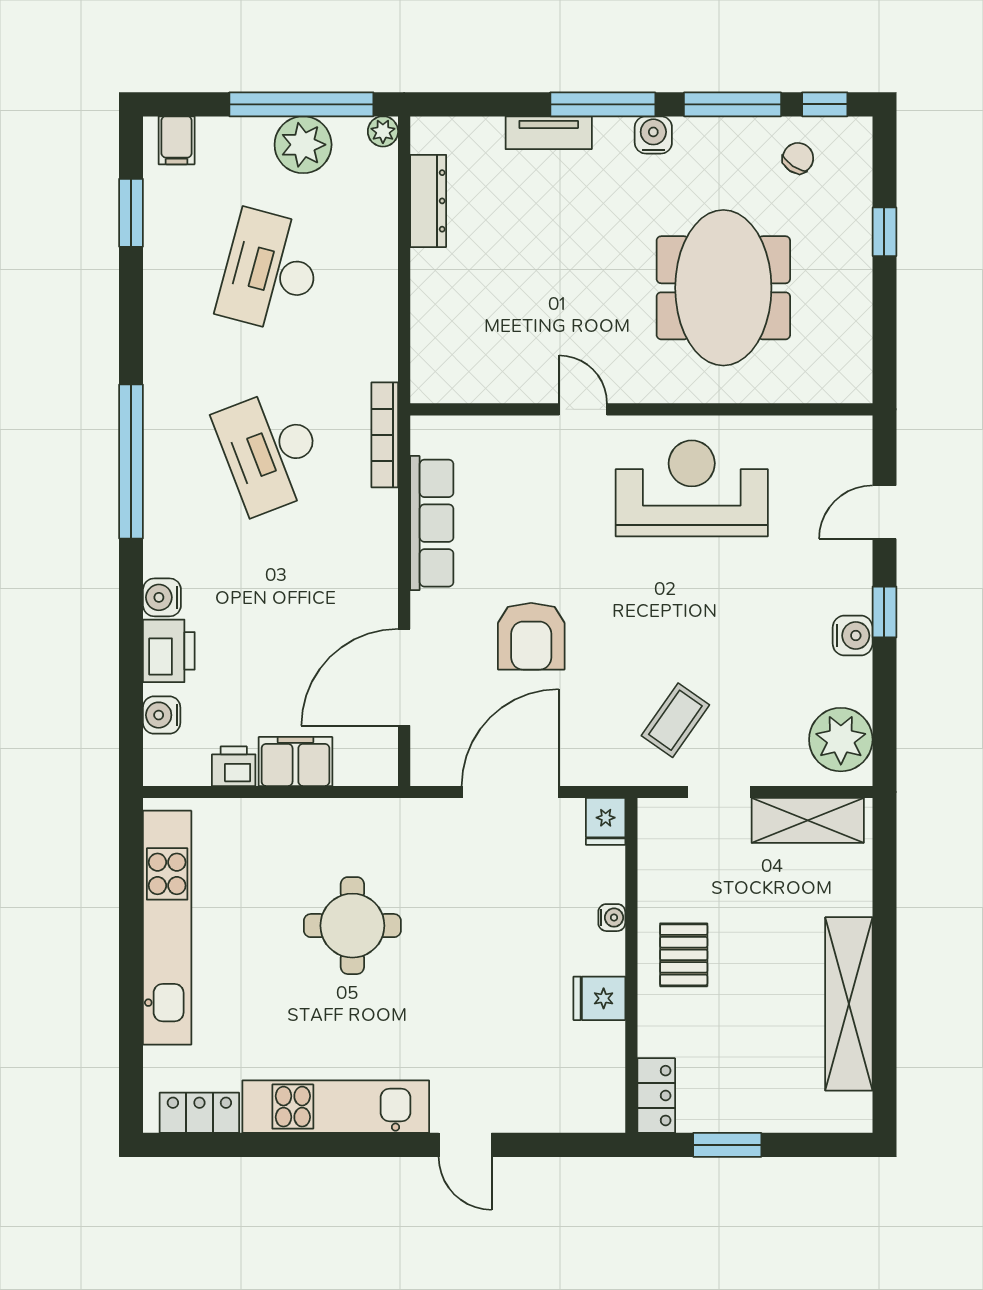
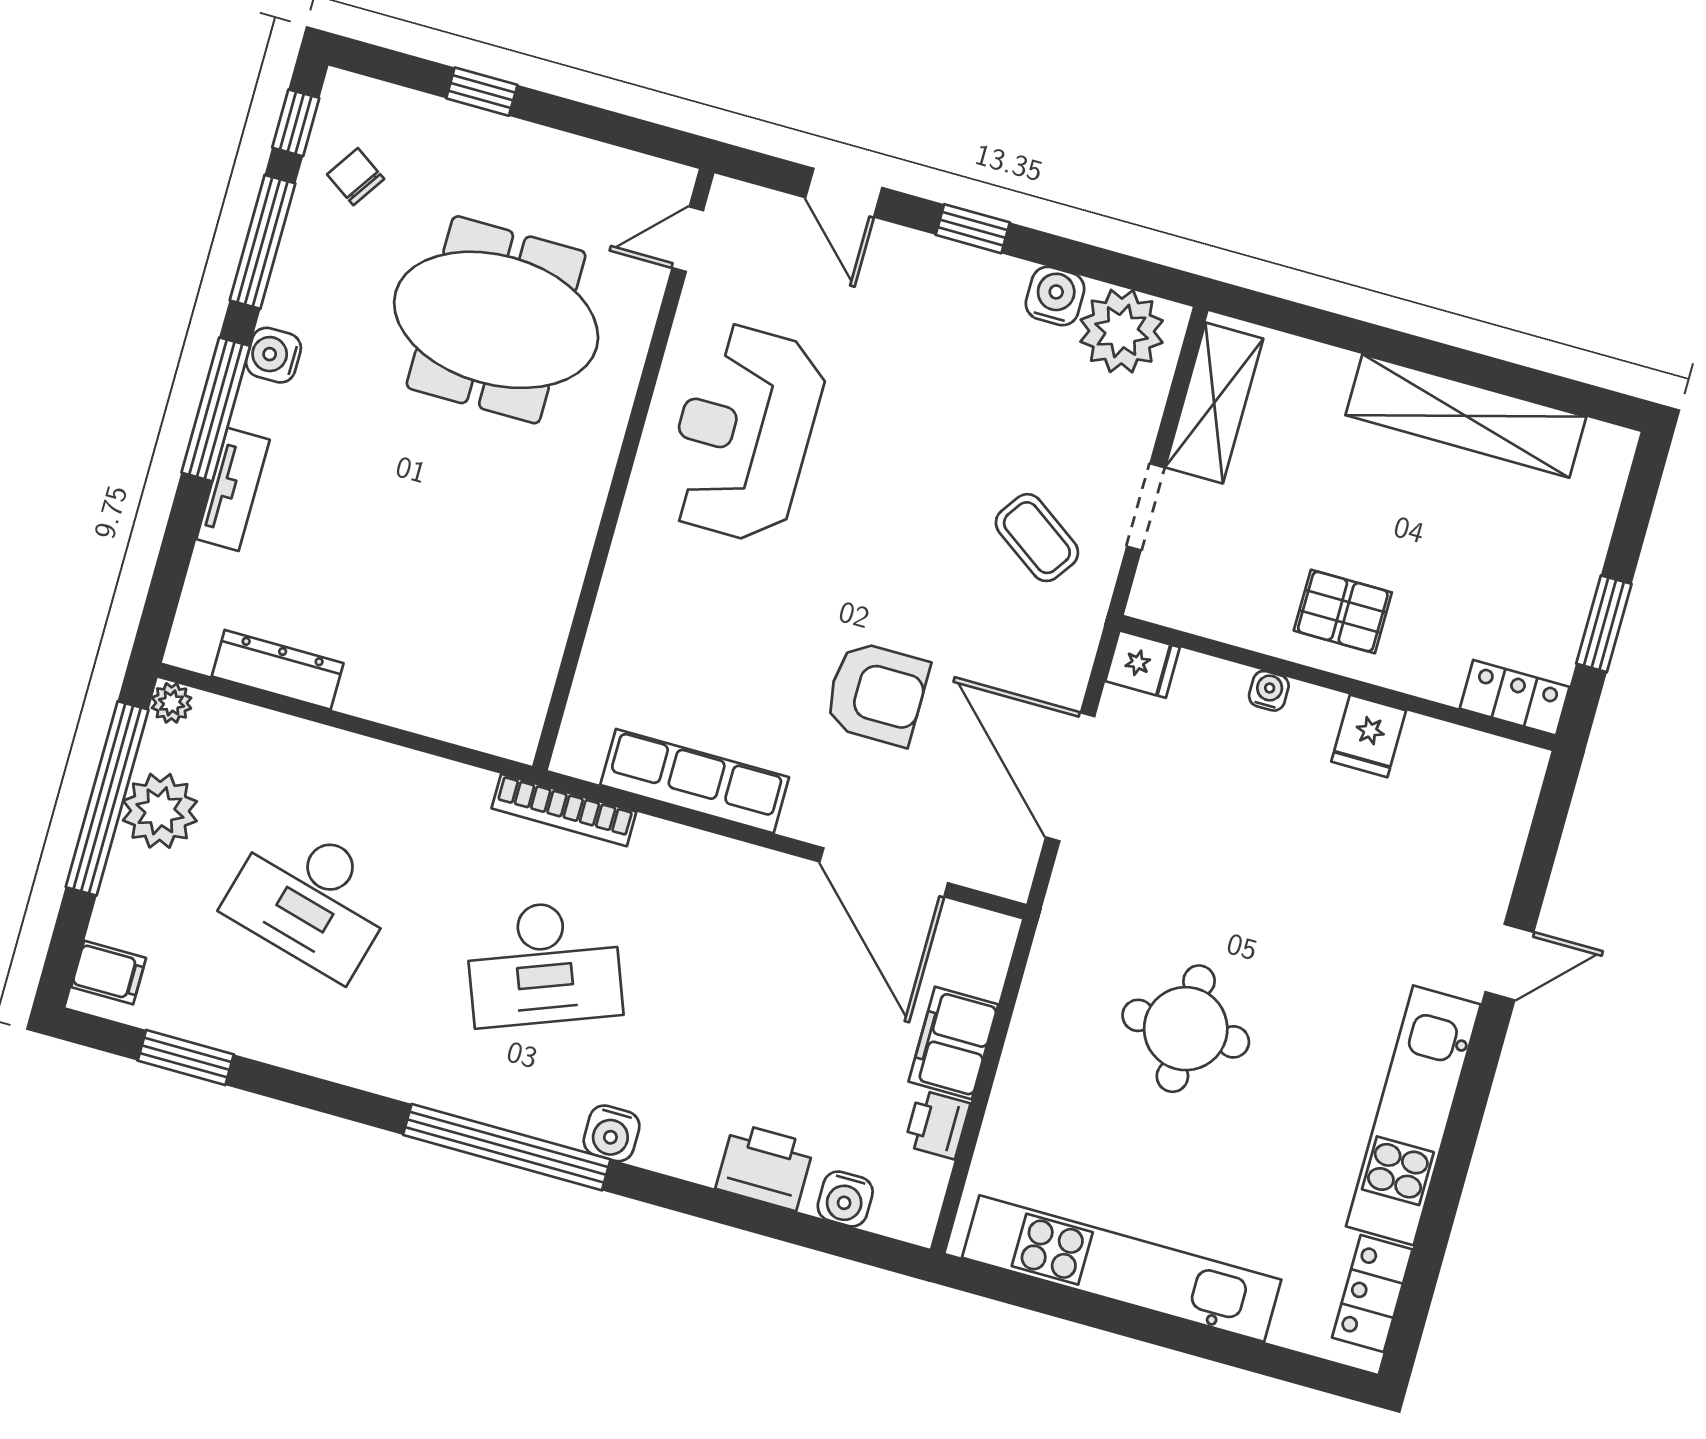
door: (583, 409) -> (688, 239), moved
water cooler: (162, 597) -> (612, 1133), moved
water cooler: (853, 636) -> (1055, 296), moved

